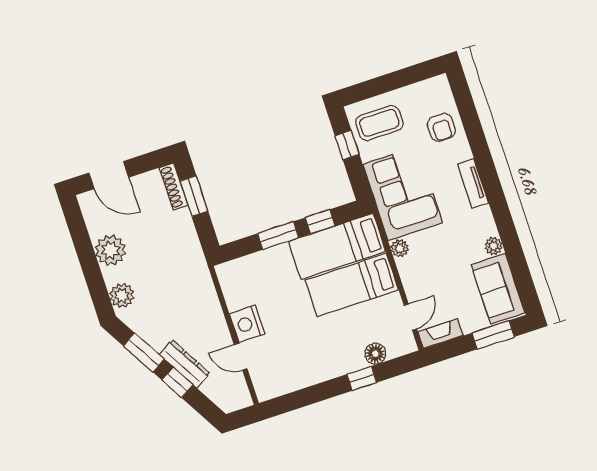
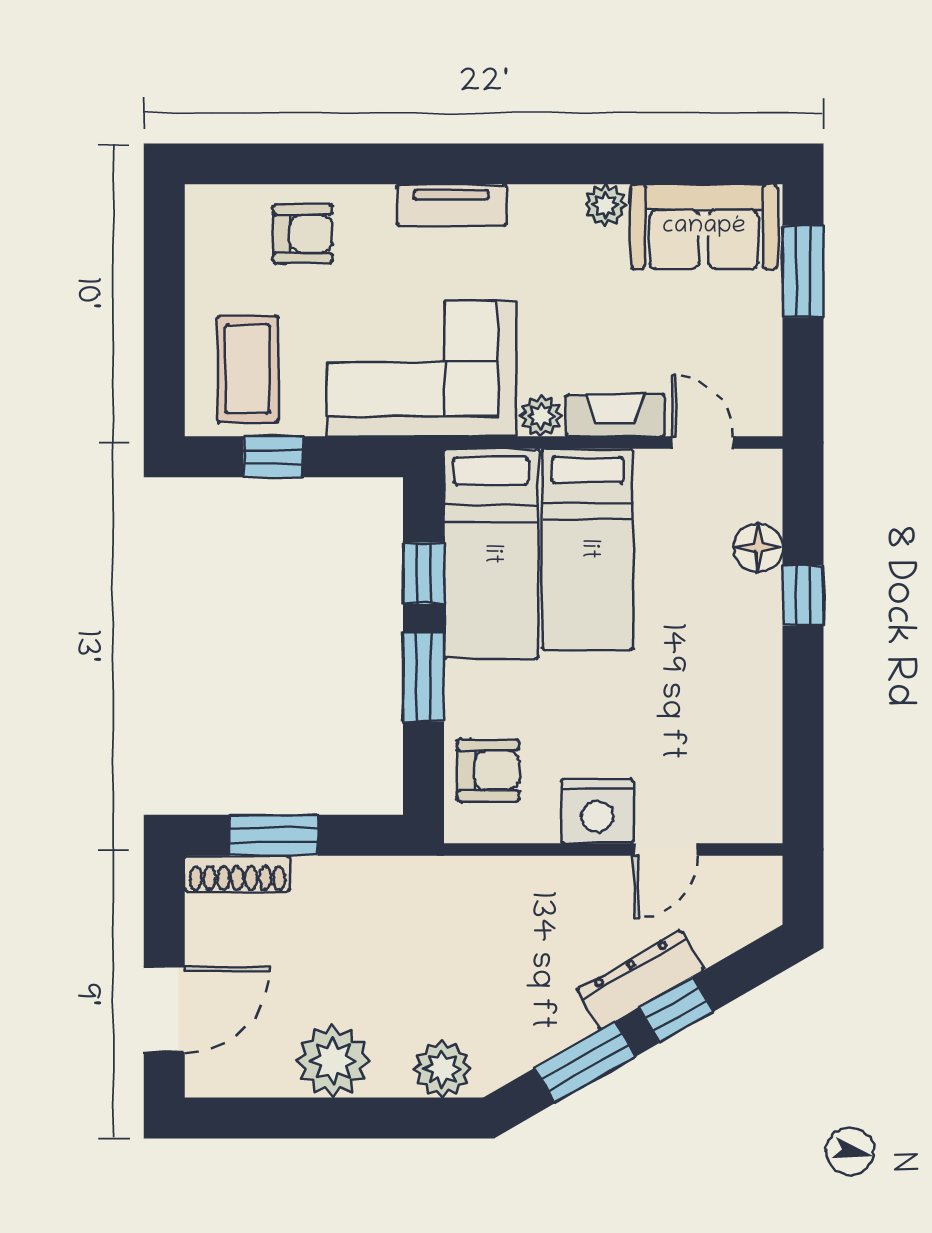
armchair: (249, 274) -> (488, 770), added
fireplace: (441, 334) -> (615, 415), moved, turned 90

